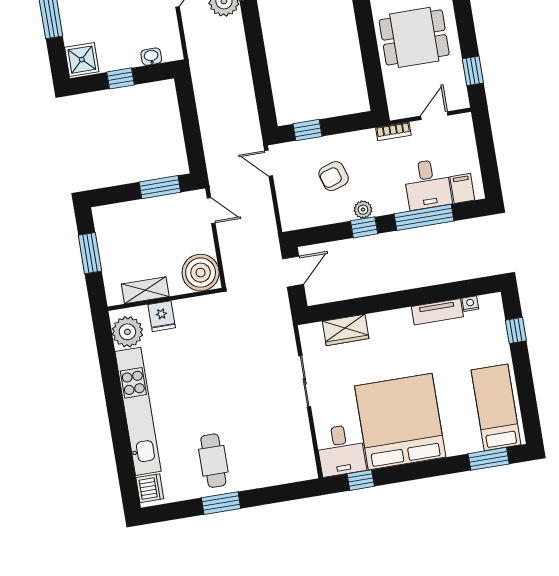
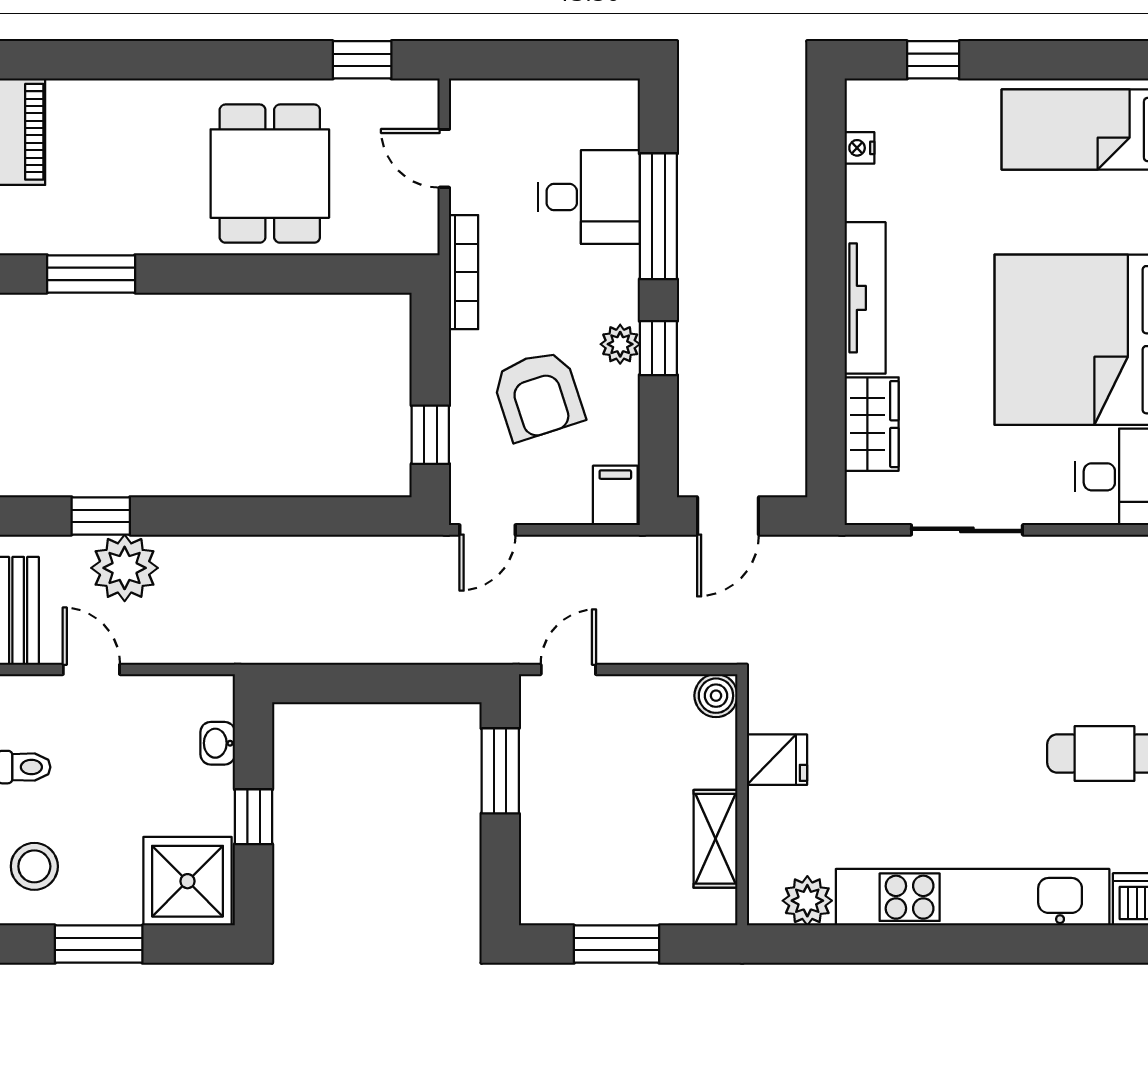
shower: (82, 60) -> (188, 881), width x1.36, depth x1.36
bookcase: (393, 131) -> (464, 272), width x1.56
armchair: (334, 176) -> (538, 395), width x1.38, depth x1.38
filing cabinet: (462, 188) -> (615, 495), moved, turned 90
door: (293, 272) -> (728, 516), swing flipped
boiler: (201, 273) -> (716, 696), width x0.54, depth x0.54
tv unit: (437, 312) -> (865, 298), moved, width x1.41
fridge: (162, 316) -> (777, 760), moved
plant: (127, 332) -> (807, 901), width x0.73, depth x0.73

